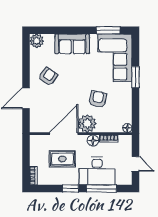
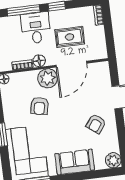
desk: (97, 171) -> (36, 28), width x0.73

